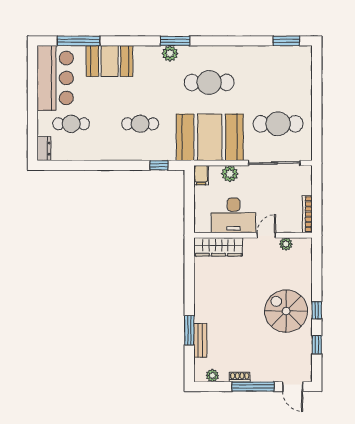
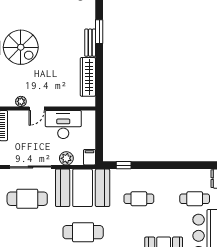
wardrobe: (218, 247) -> (88, 77), moved, turned -90
bench: (200, 340) -> (90, 43), moved

